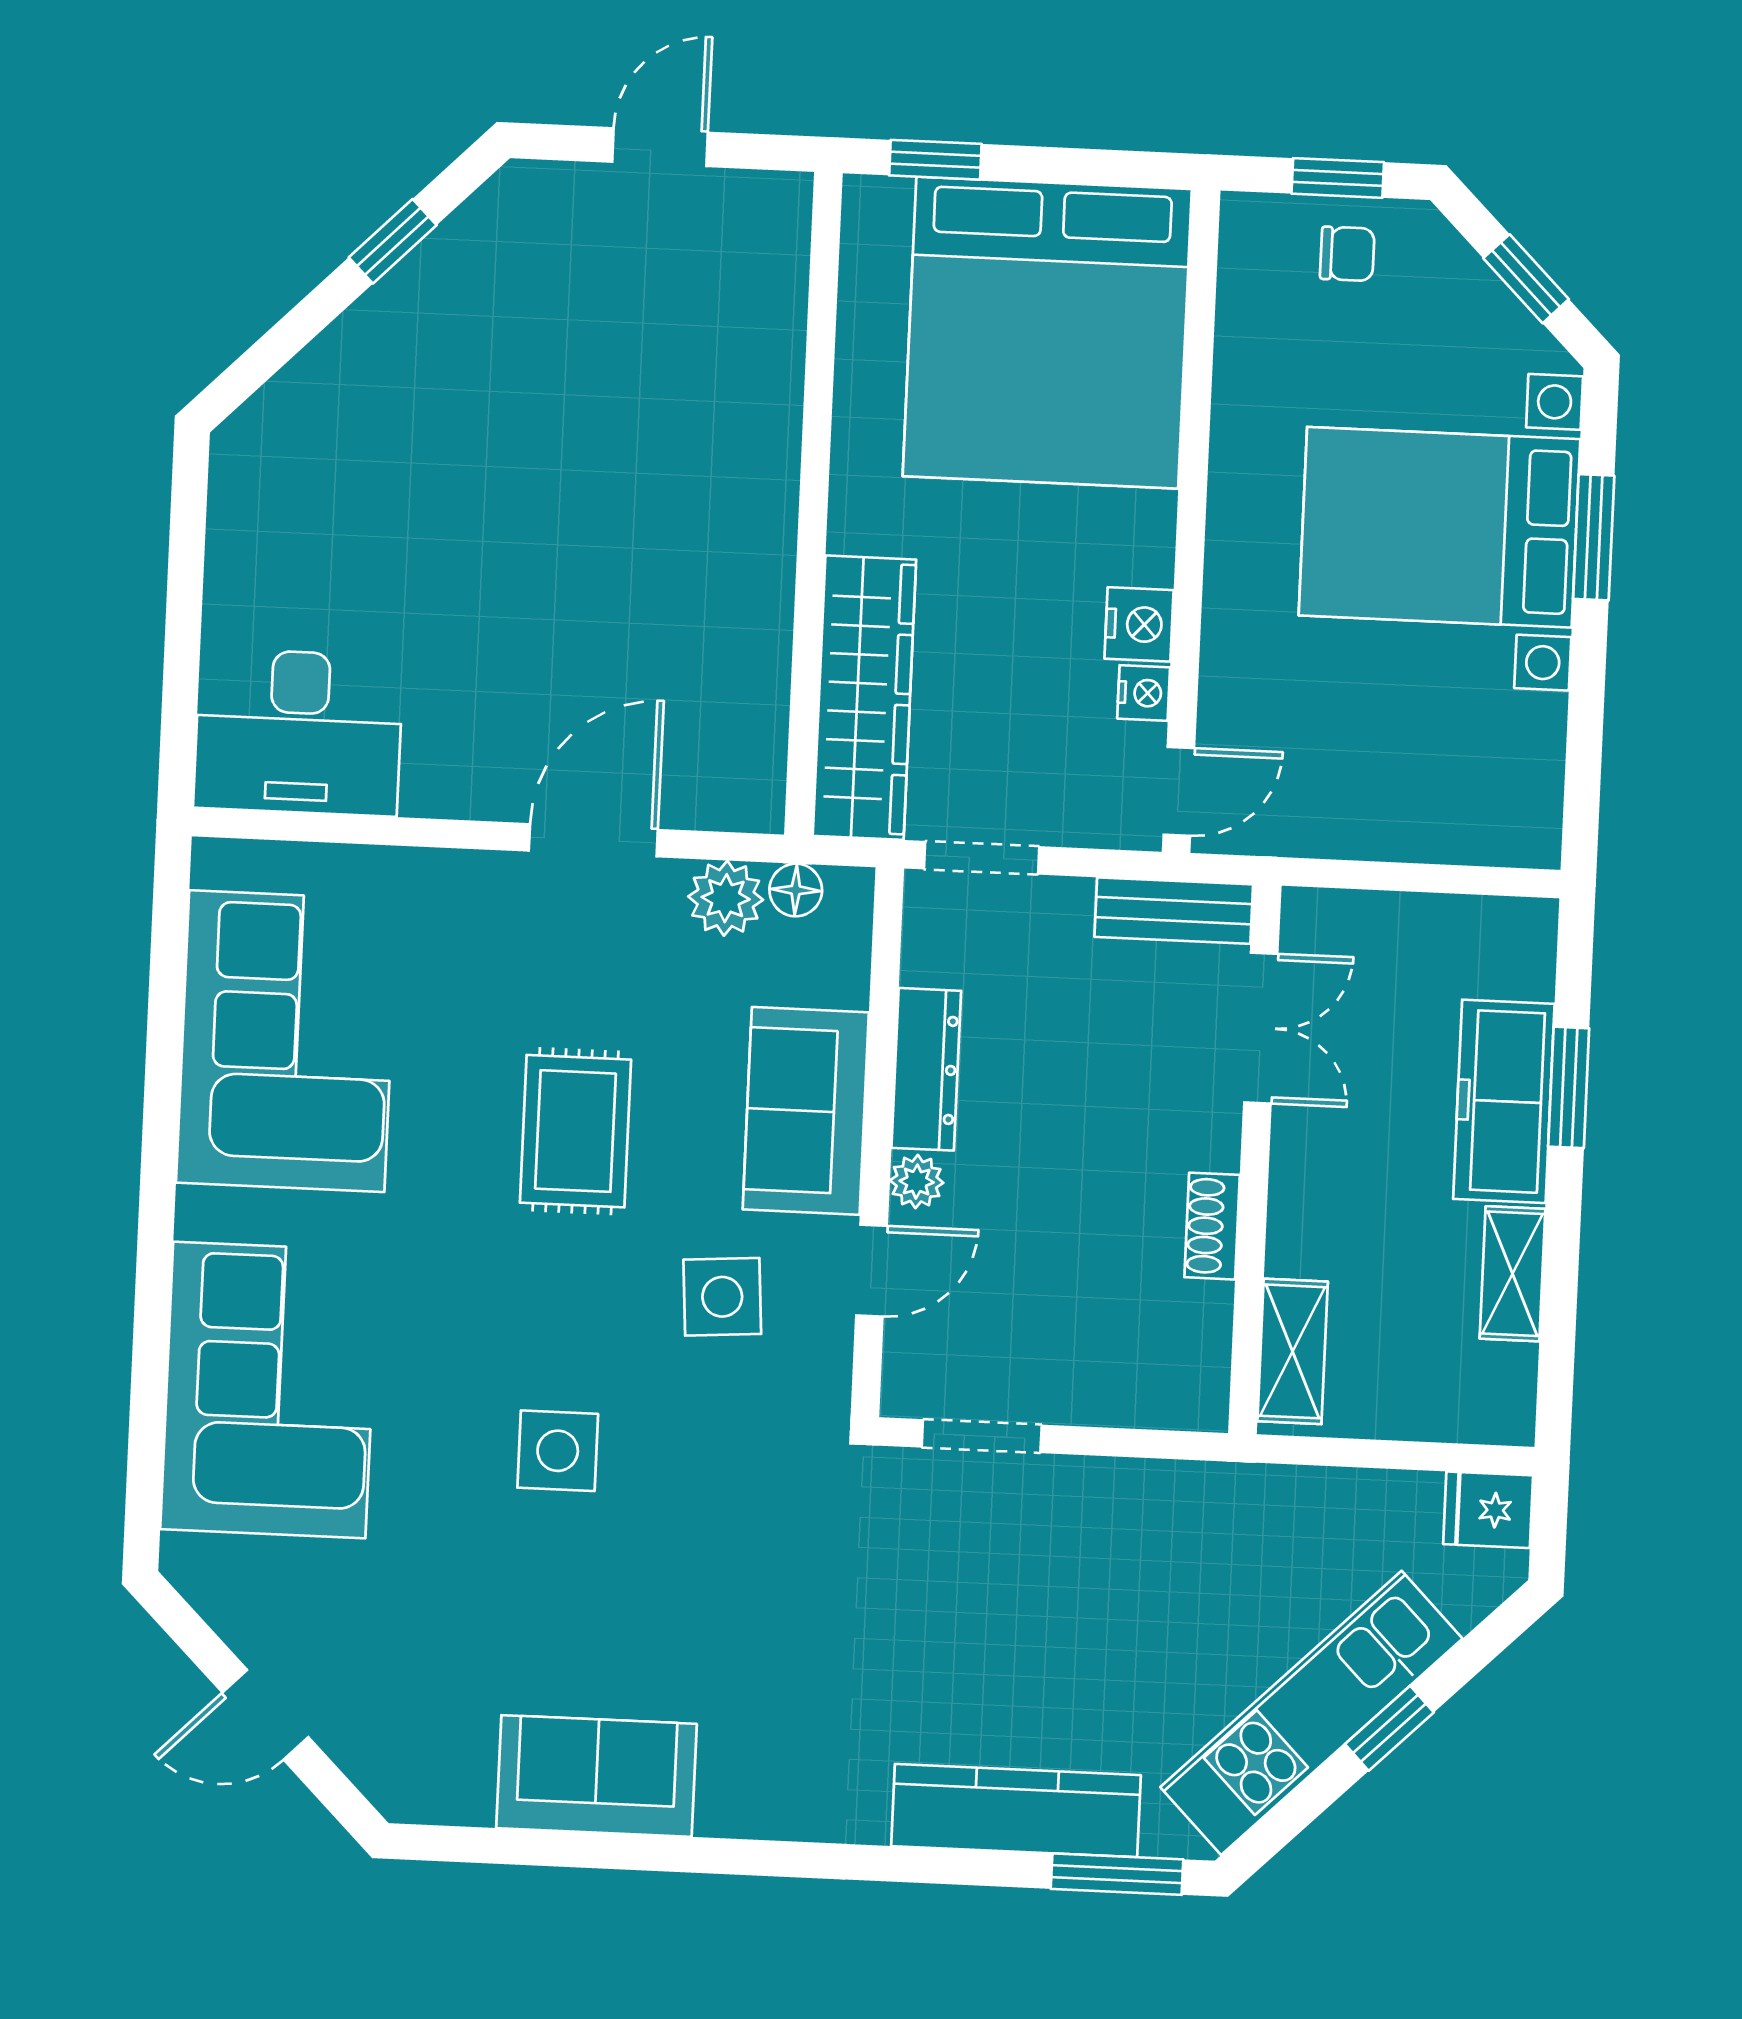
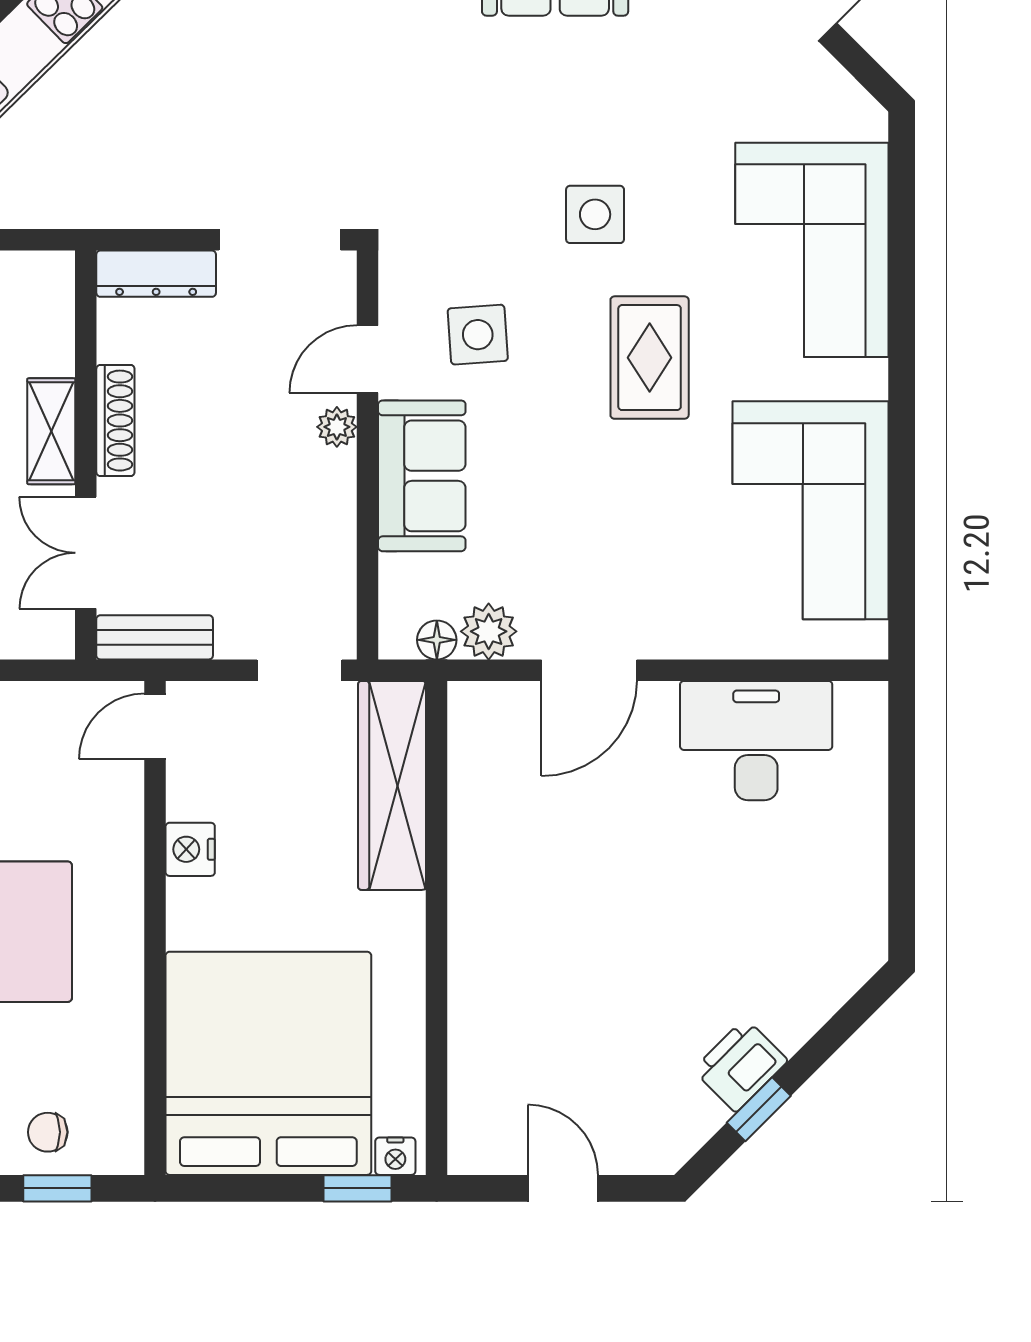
door: (660, 147) -> (563, 1188), swing flipped
printer: (415, 302) -> (740, 1065), added
nightstand: (1144, 693) -> (395, 1156), moved, turned -90
desk: (298, 732) -> (756, 741), moved
dresser: (926, 1069) -> (156, 274), moved, turned -90
rug: (575, 1131) -> (650, 358), moved
shoe rack: (1212, 1226) -> (115, 421), width x1.43
shelving: (1293, 1351) -> (51, 431), moved
doorway: (982, 1436) -> (280, 240), width x1.38

